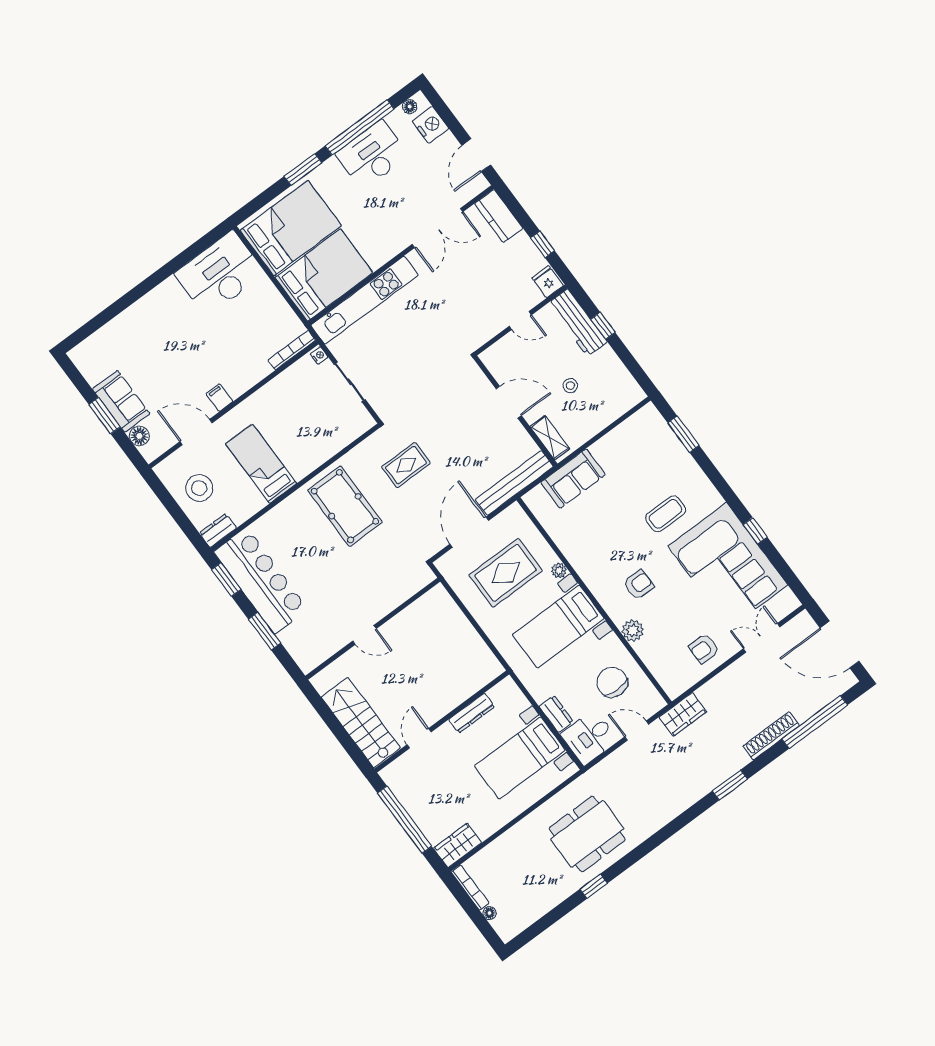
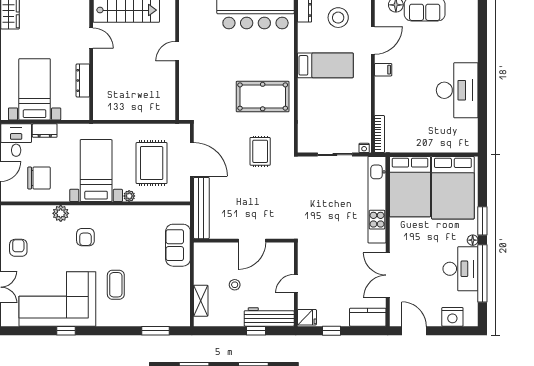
floor lamp: (410, 107) -> (473, 240), moved
desk: (220, 274) -> (457, 90), moved
shelving: (550, 438) -> (201, 301), moved, turned 90

